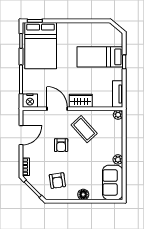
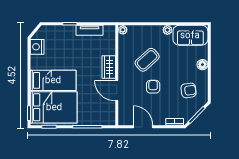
bed: (100, 57) -> (53, 80), moved, turned -90
tv unit: (118, 94) -> (90, 30), moved
nightstand: (30, 101) -> (37, 47), moved, turned 180
door: (57, 109) -> (117, 91), hinge flipped
coffee table: (84, 129) -> (147, 60), moved
armchair: (61, 145) -> (153, 87), turned -90

